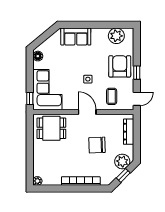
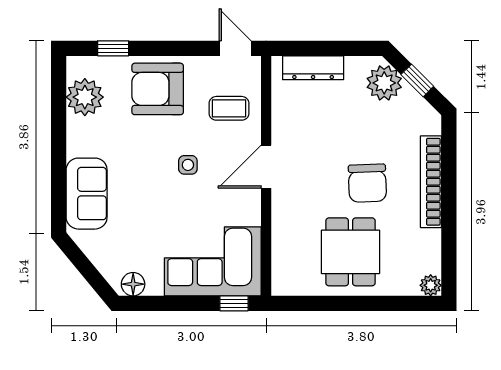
window: (137, 73) -> (113, 48), moved
dining table: (51, 128) -> (350, 252), moved
chair: (97, 145) -> (367, 183), moved

